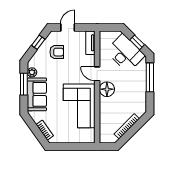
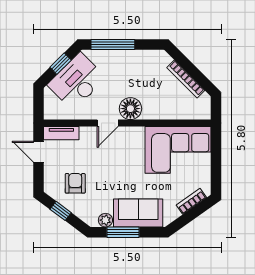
door: (68, 28) -> (39, 152), moved
corner sofa: (79, 106) -> (178, 150), moved

